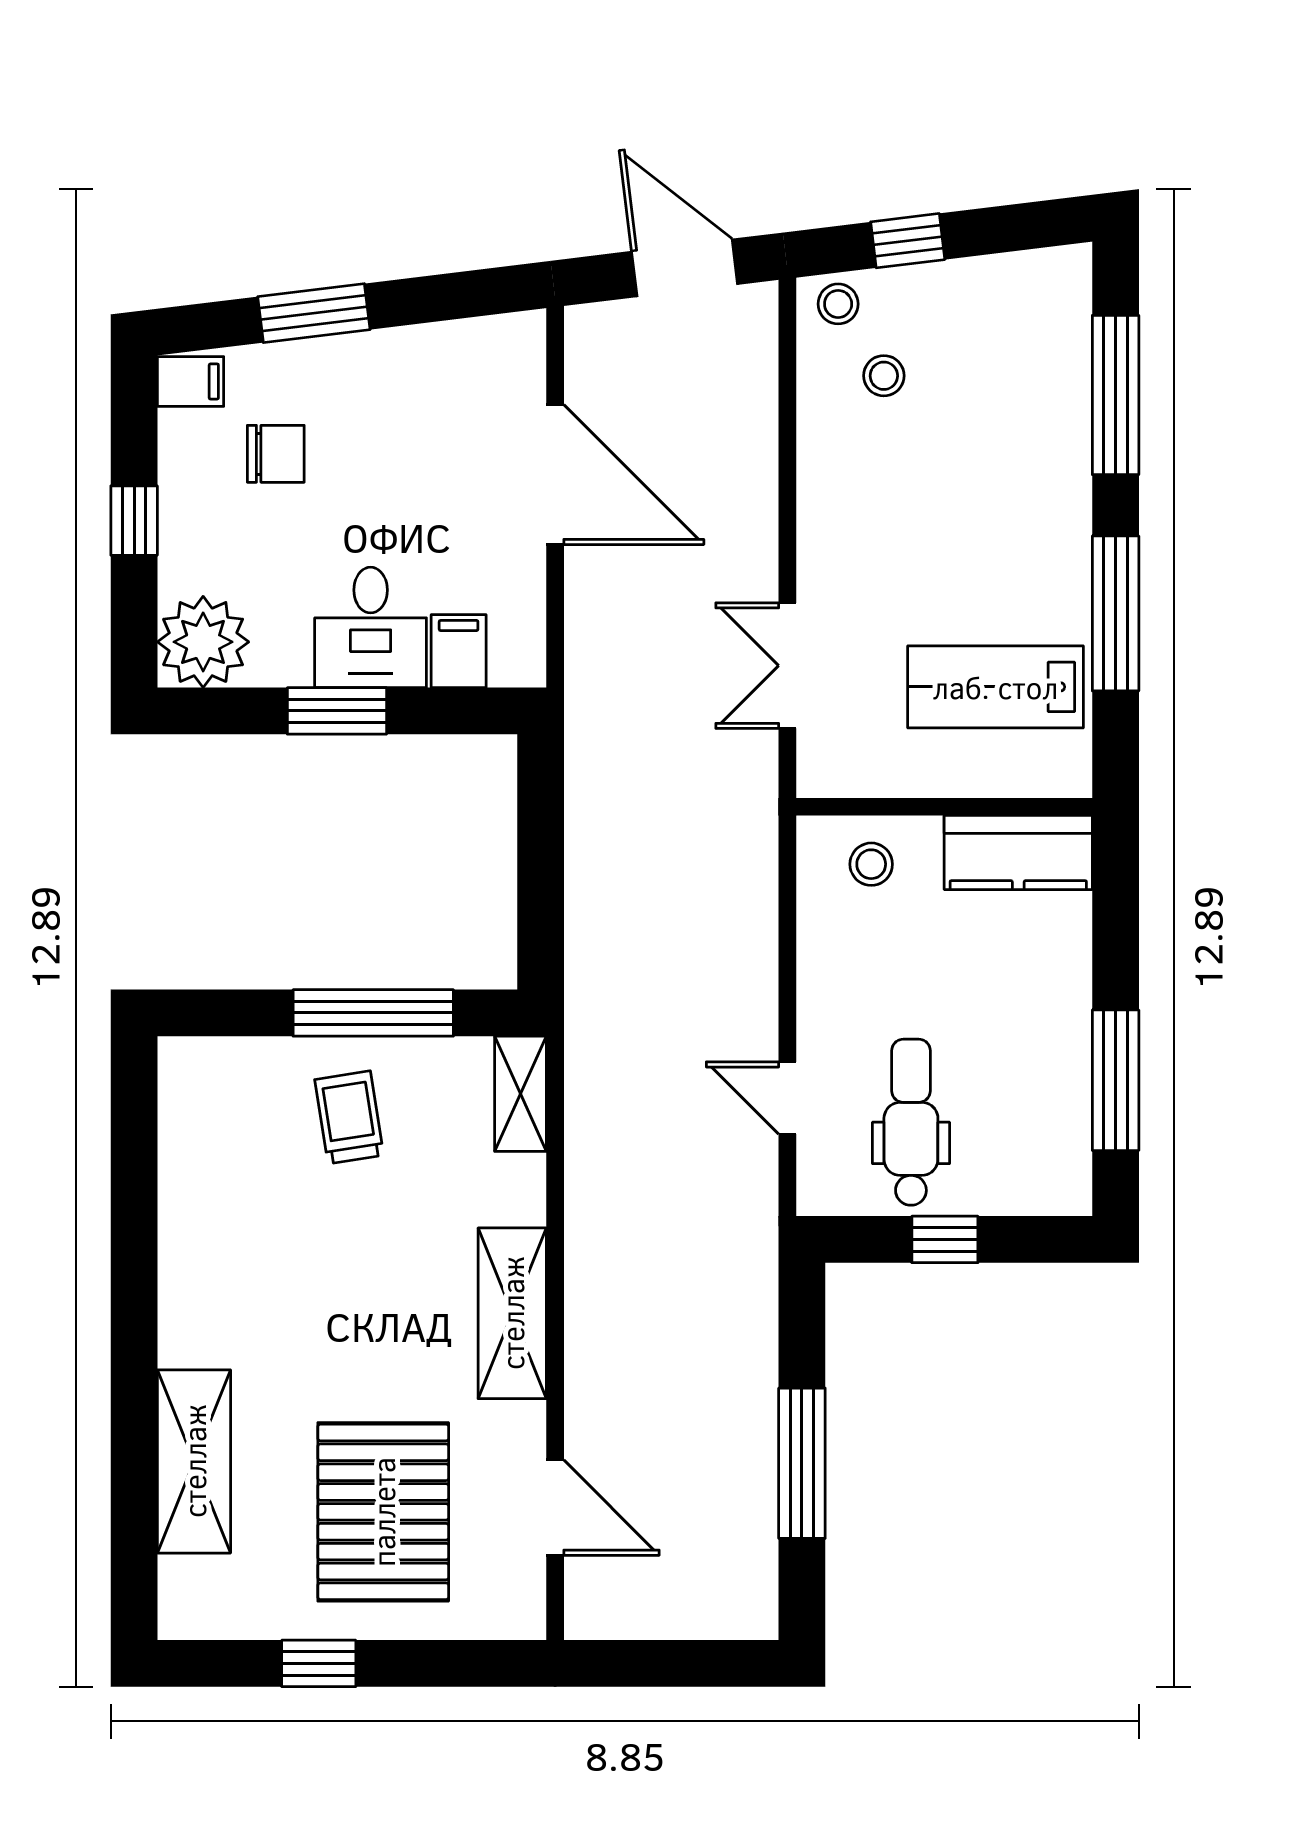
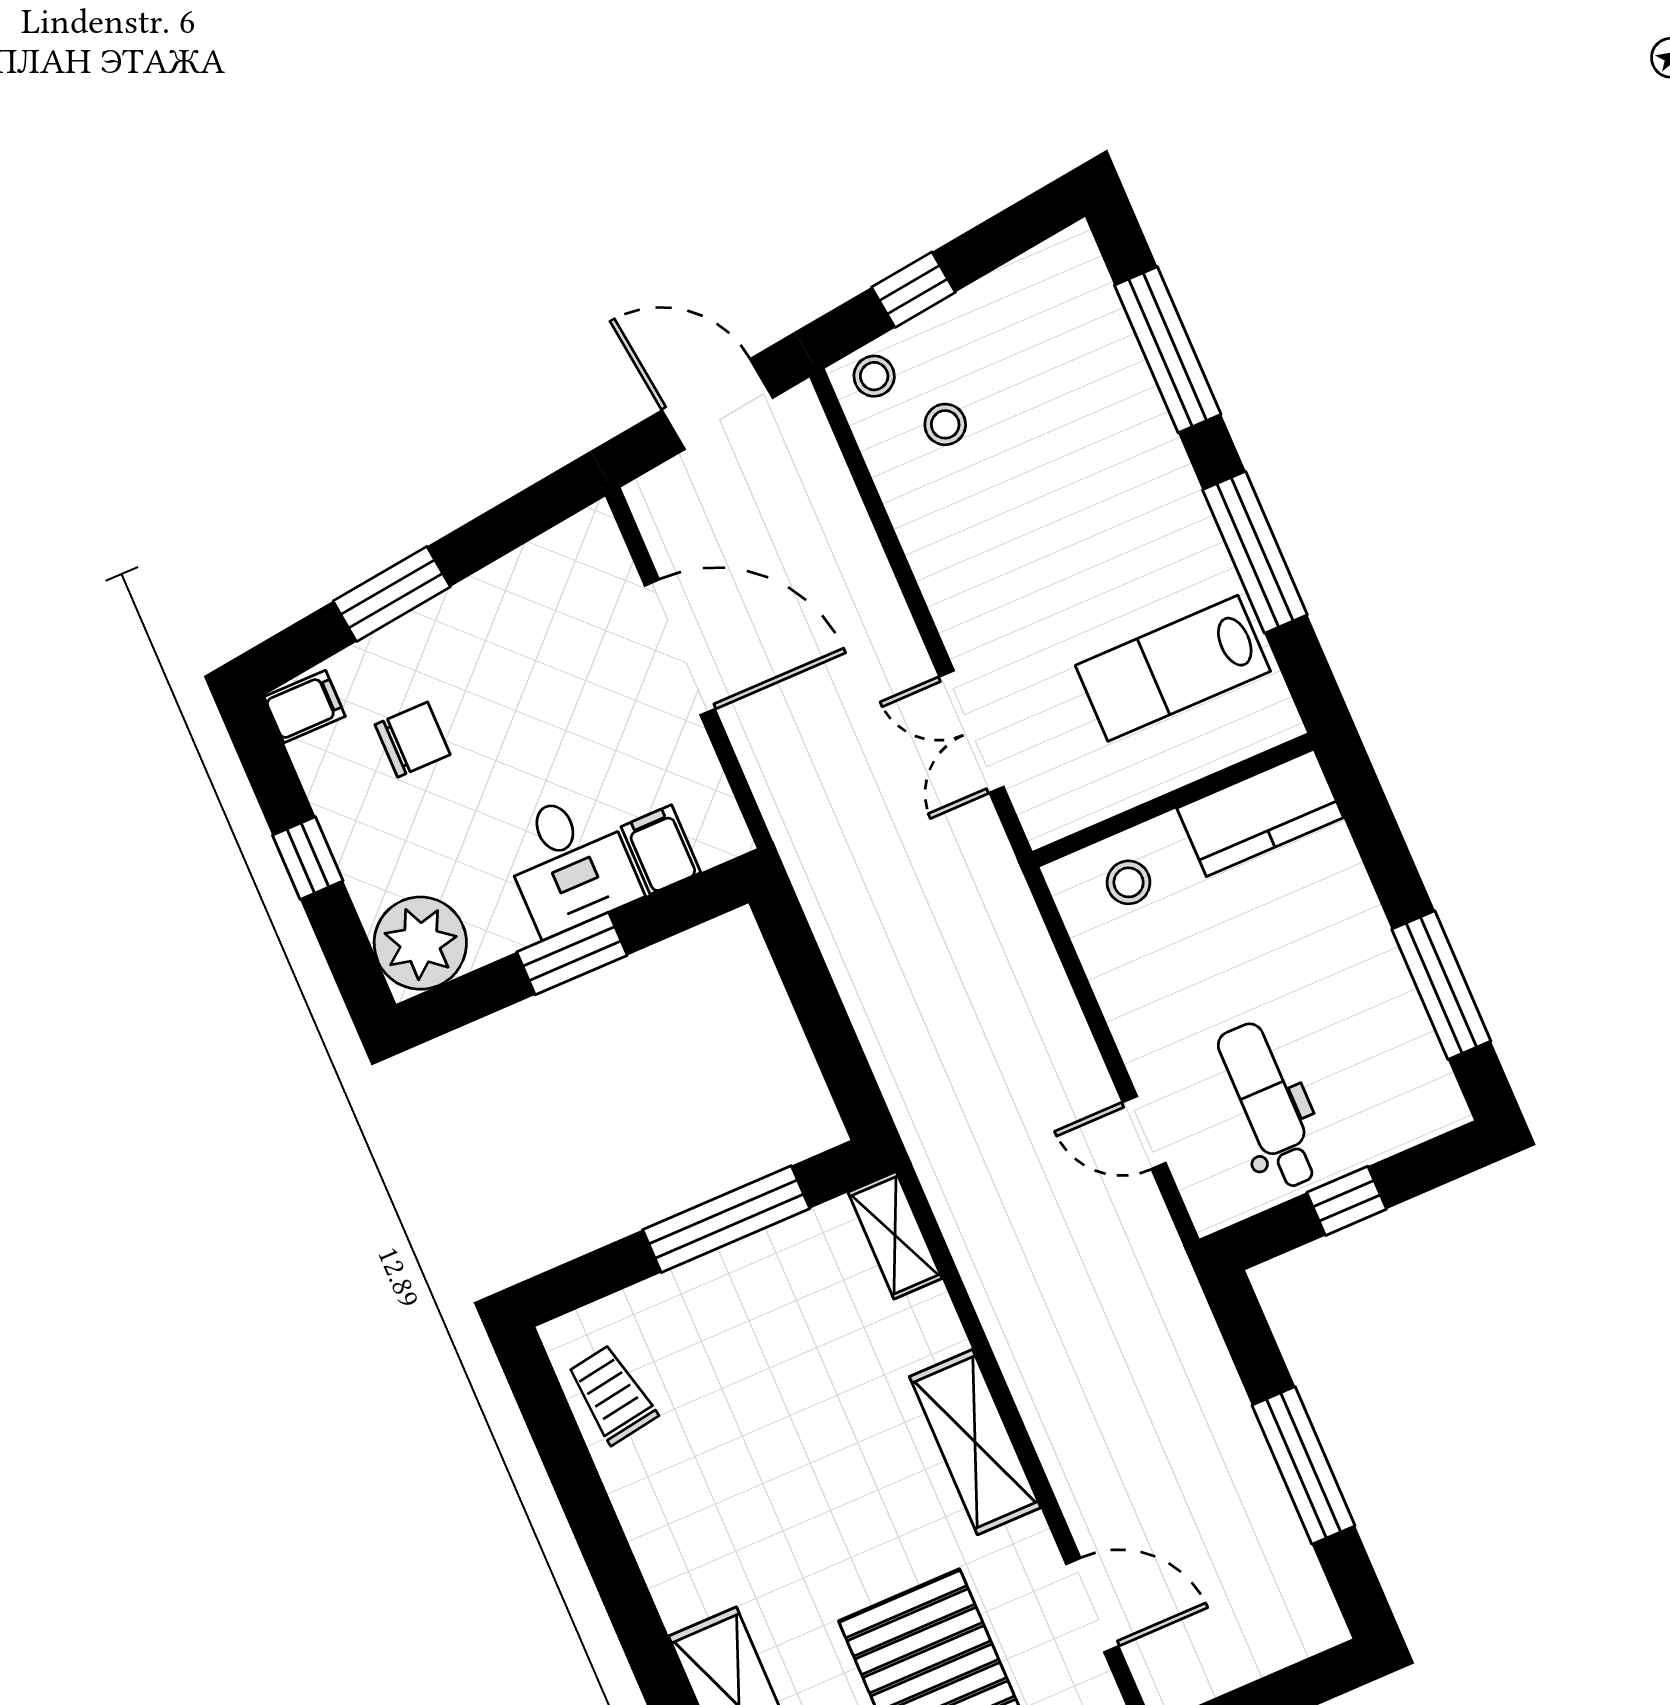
trolley: (349, 1117) -> (612, 1395), moved

